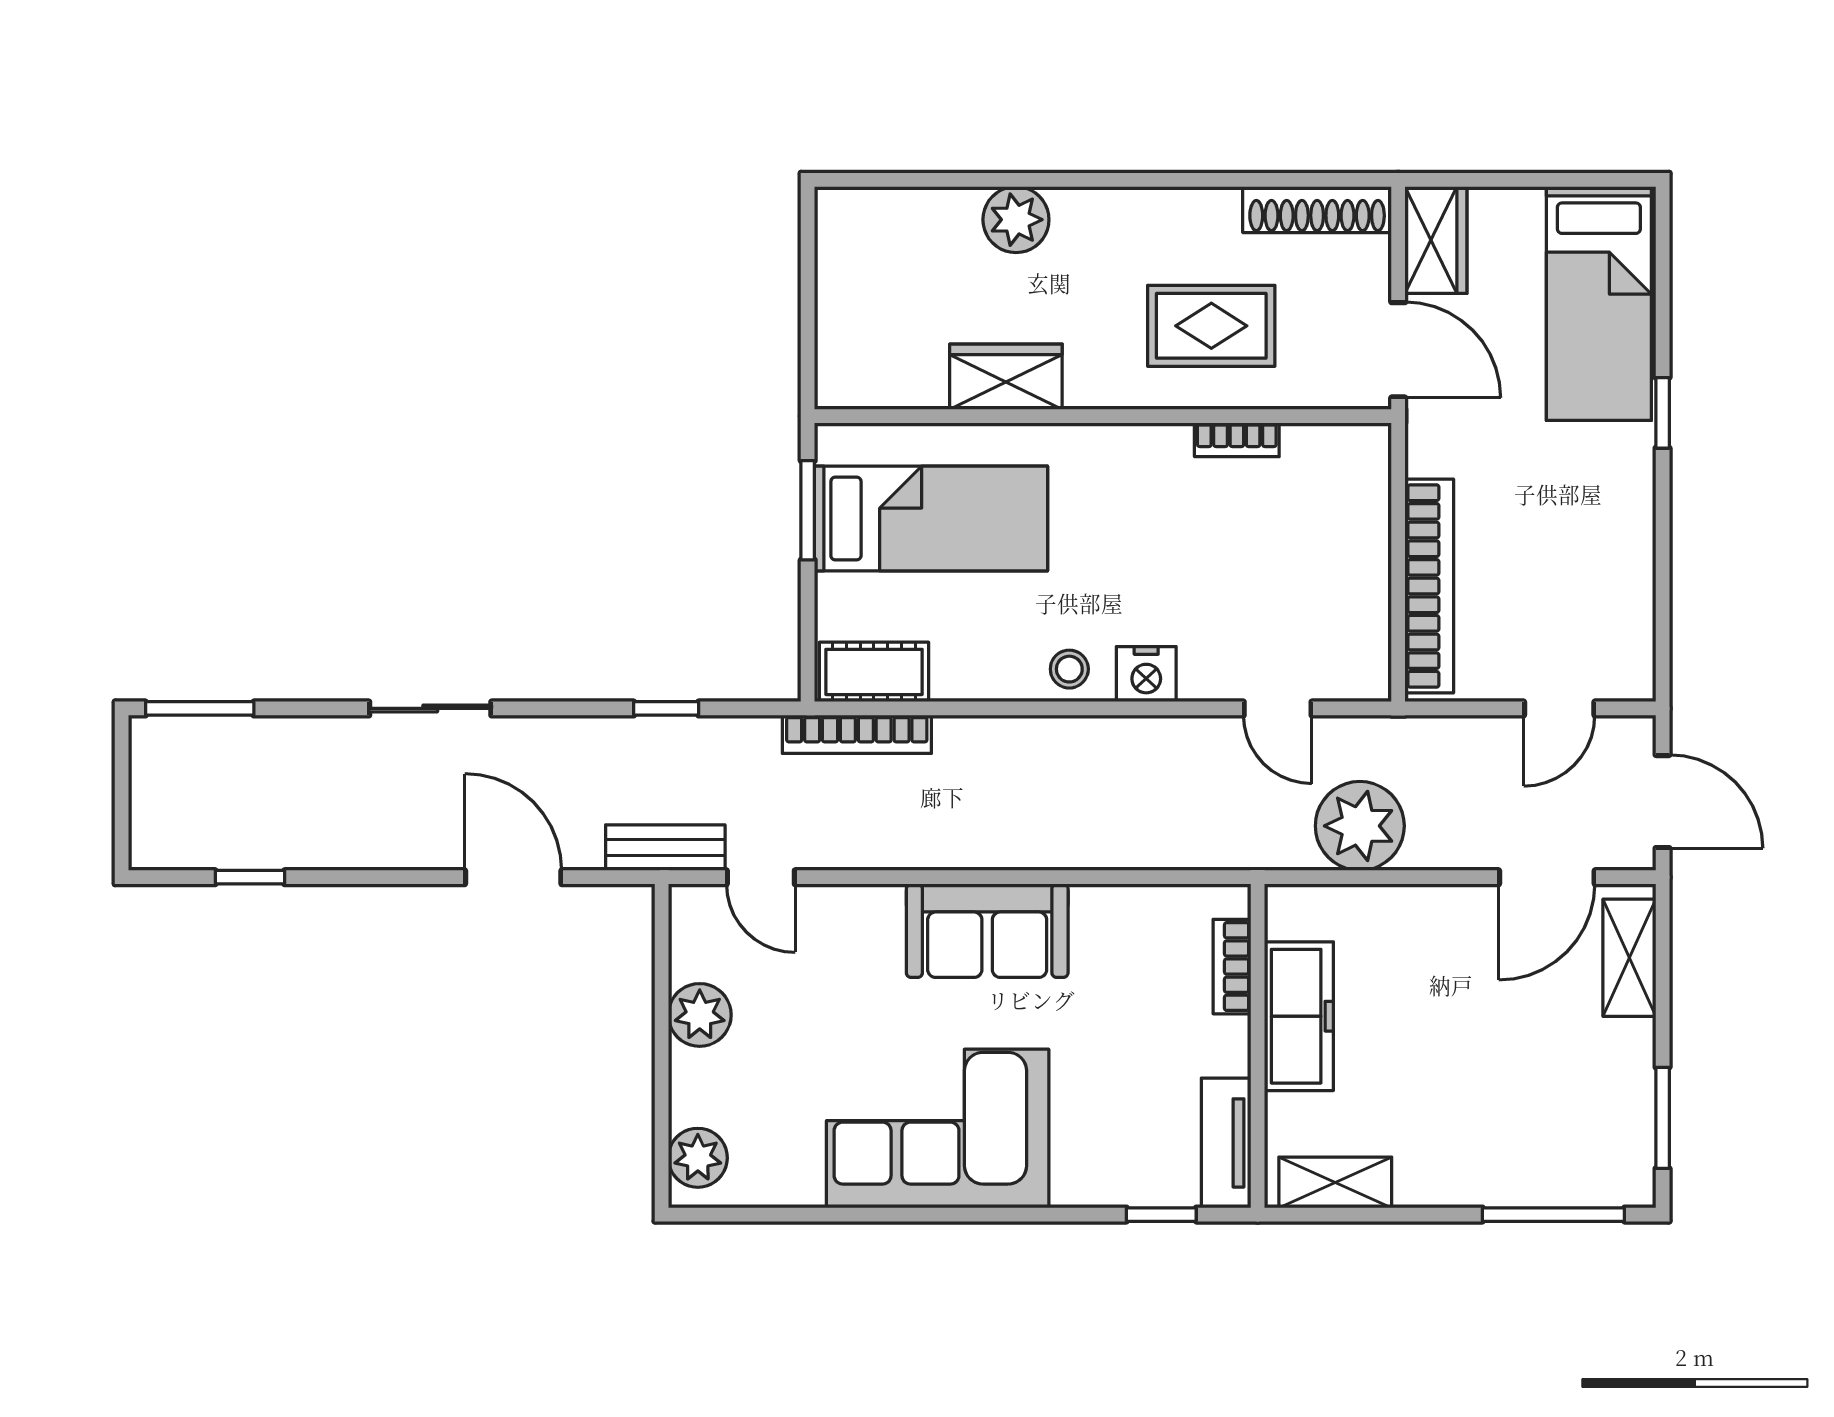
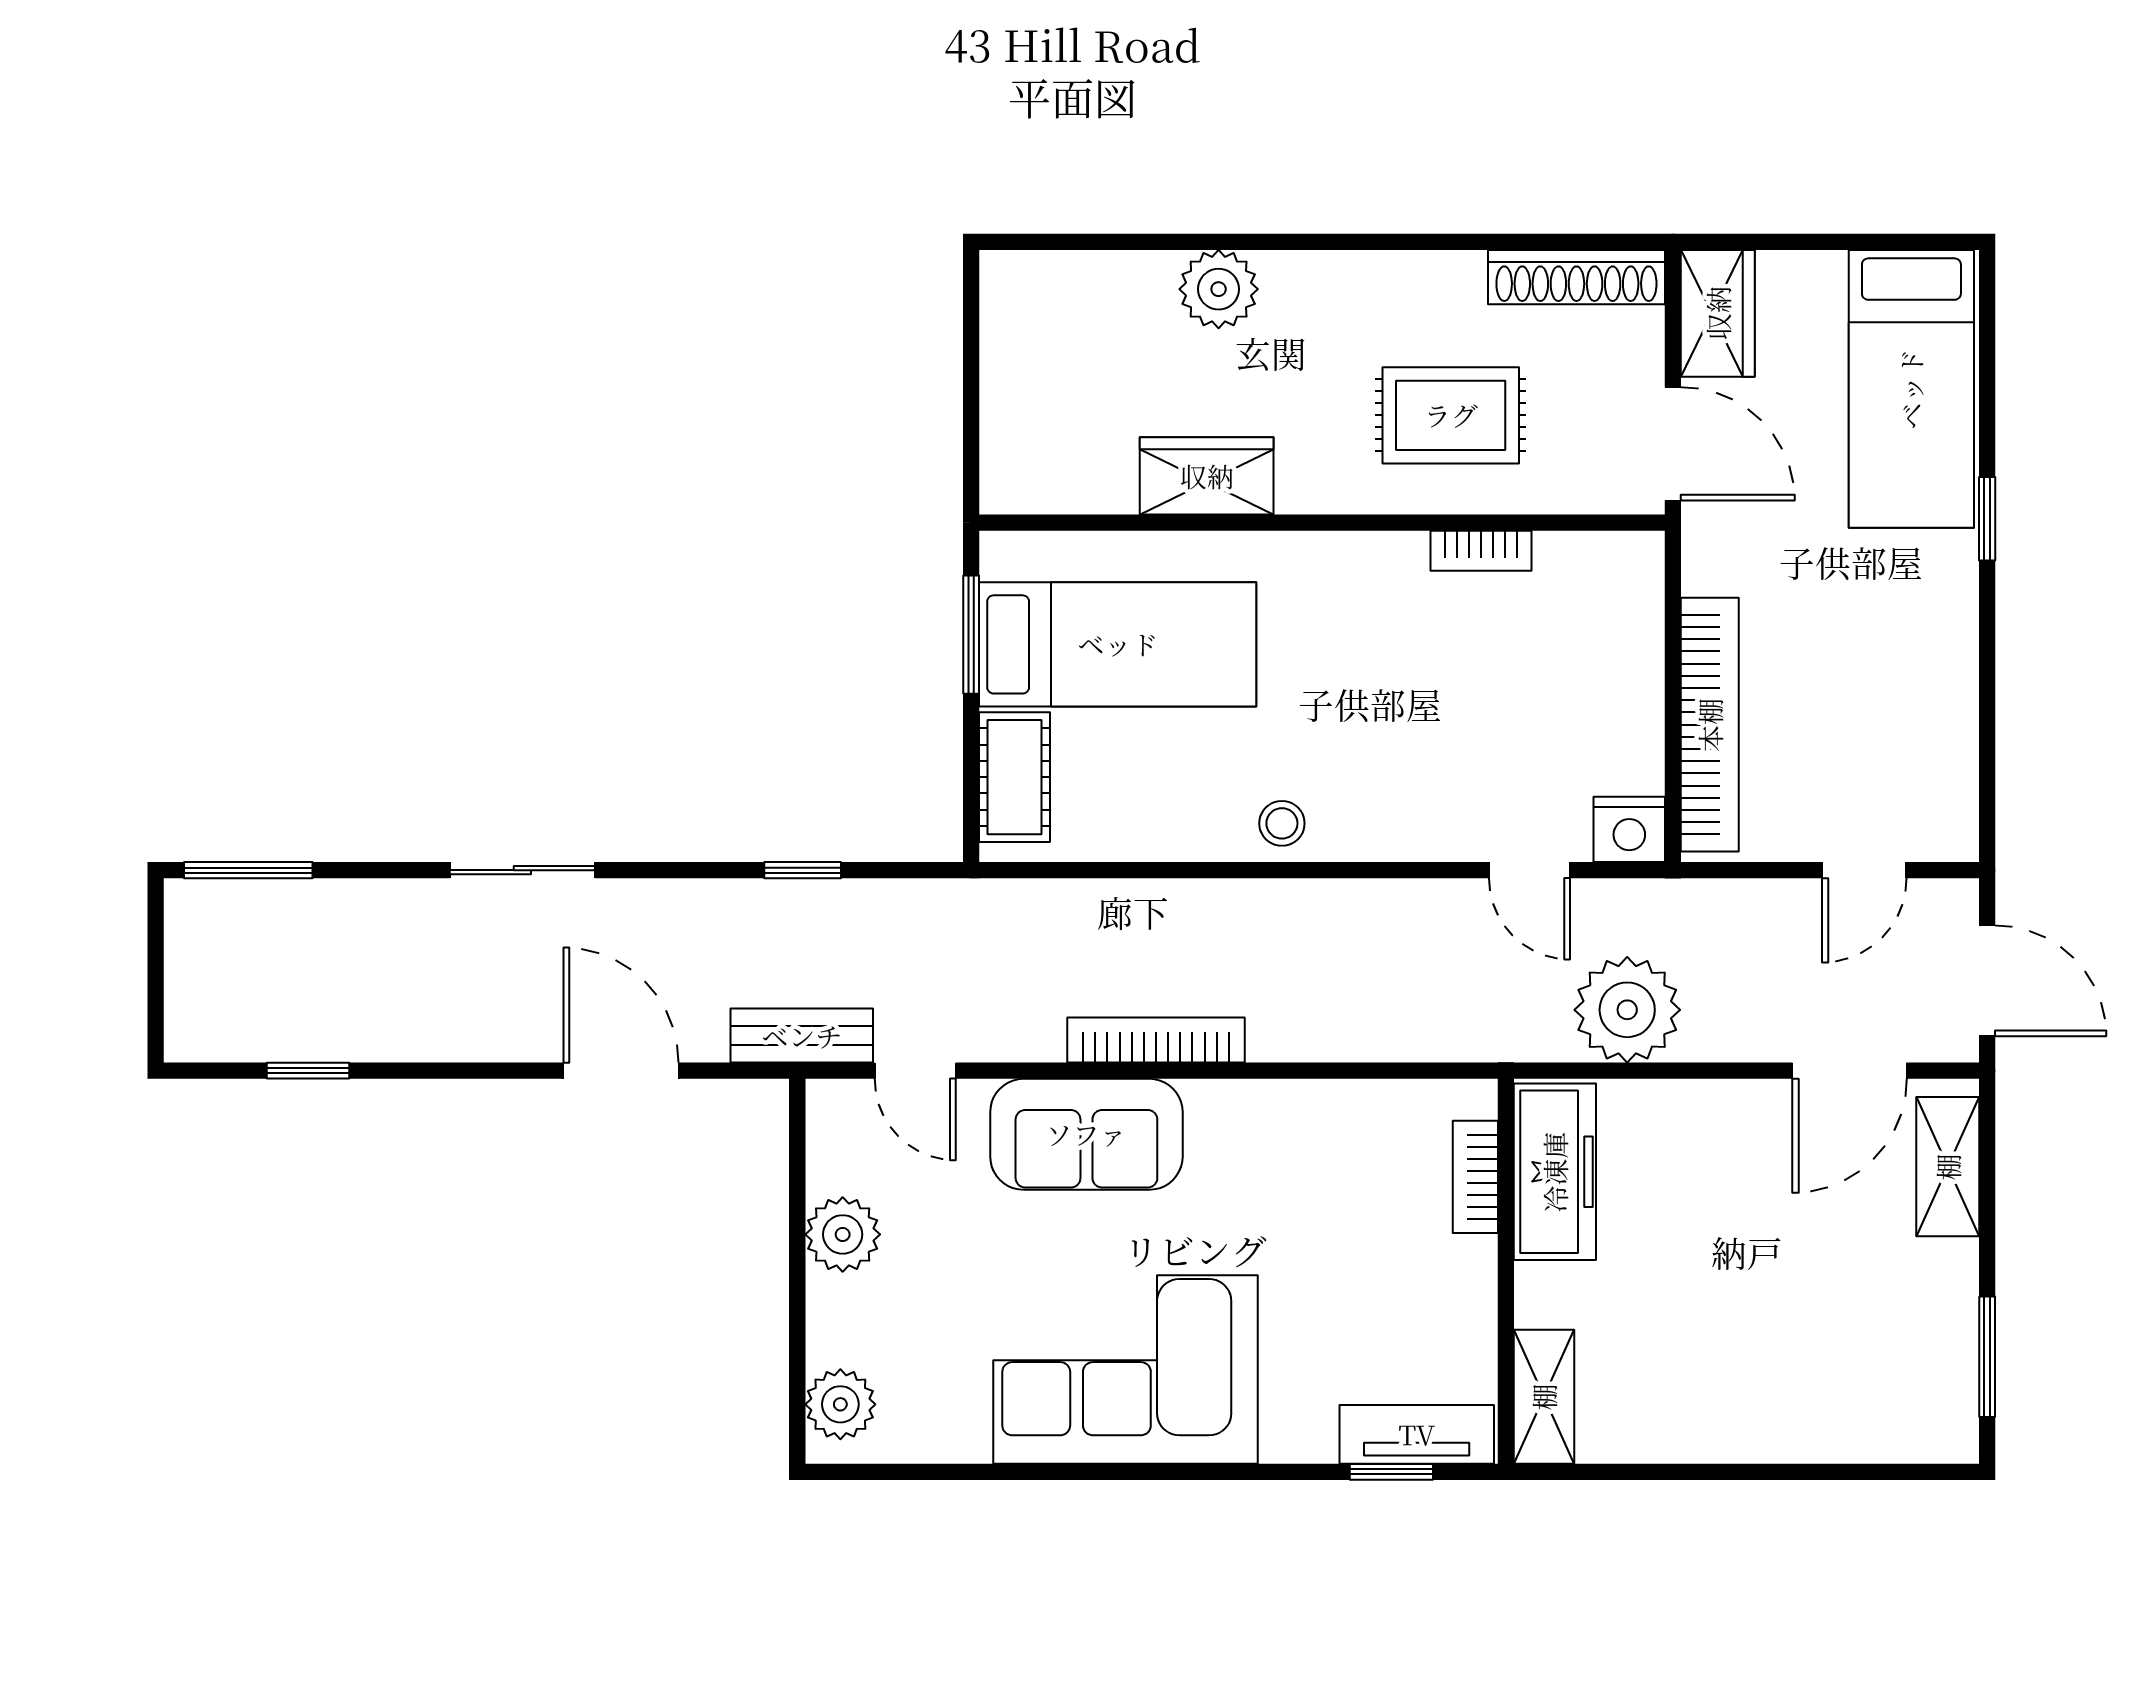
cot: (874, 672) -> (1014, 777), moved, turned 90
nightstand: (1146, 674) -> (1629, 829), moved
bookcase: (857, 734) -> (1156, 1040), moved, turned 180
sofa: (987, 931) -> (1086, 1134), moved
freezer: (1299, 1016) -> (1555, 1172), moved
tv unit: (1226, 1143) -> (1417, 1434), moved, turned 90
shelving: (1335, 1182) -> (1544, 1397), moved, turned 90
window: (1553, 1215) -> (1857, 1472), removed

